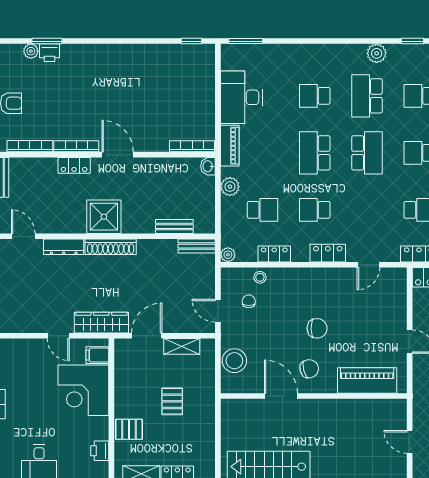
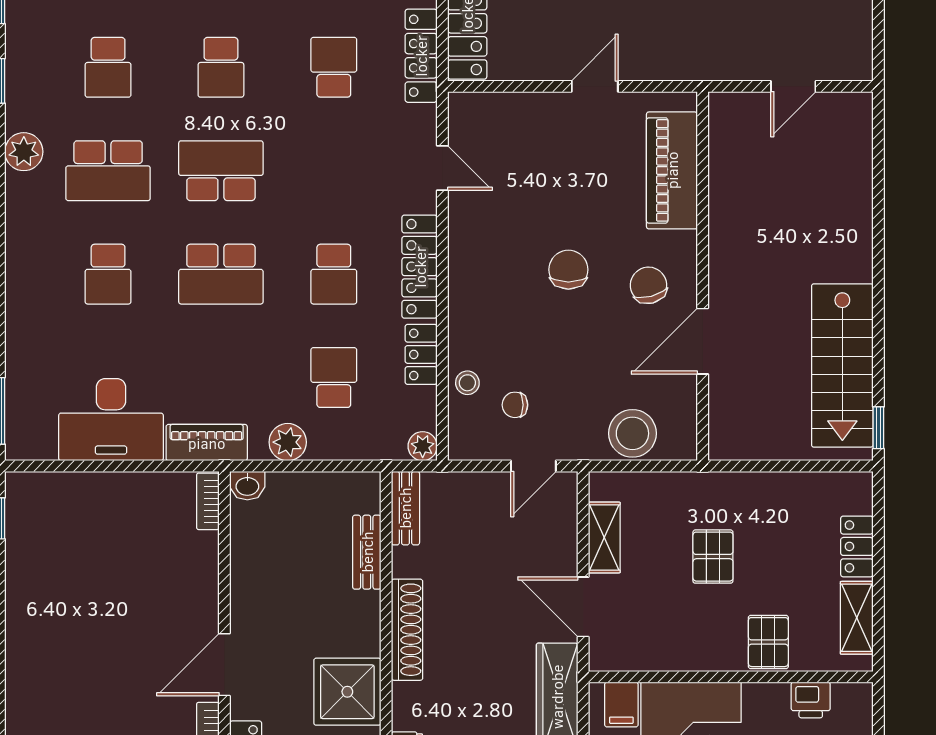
bookcase: (192, 146) -> (208, 501), width x0.64
shoe rack: (111, 247) -> (407, 630), moved
locker: (328, 253) -> (420, 267), width x1.53
pallet: (172, 401) -> (713, 557), turned 90

